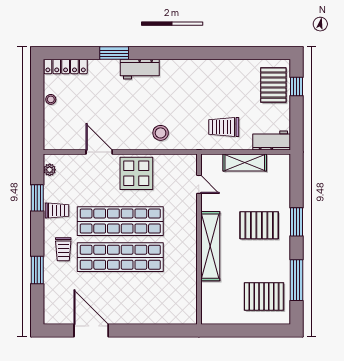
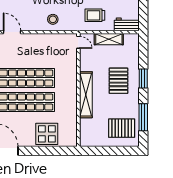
display table: (136, 173) -> (47, 134), moved
door: (199, 184) -> (78, 42), moved
pallet: (259, 225) -> (118, 81), turned 90

